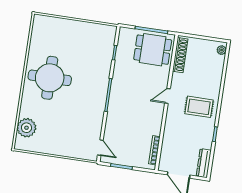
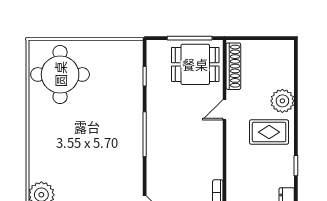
plant: (222, 50) -> (282, 101), moved, width x1.88, depth x1.88
round table: (50, 78) -> (60, 74), moved
door: (167, 96) -> (224, 110), moved

